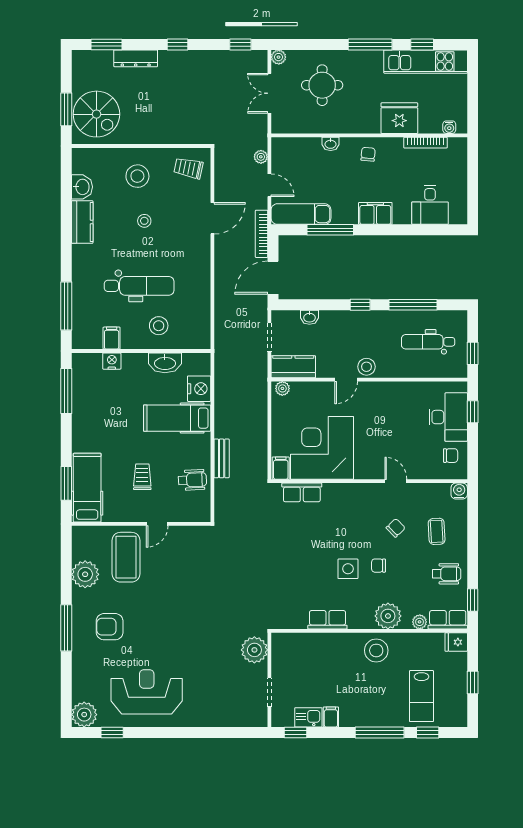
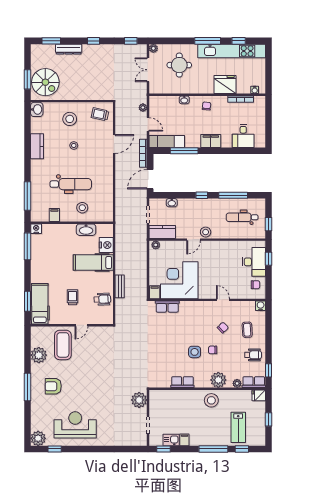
kitchen unit: (426, 62) -> (232, 51), width x1.36
washbasin: (82, 187) -> (37, 109), moved
nightstand: (112, 361) -> (36, 229), moved

